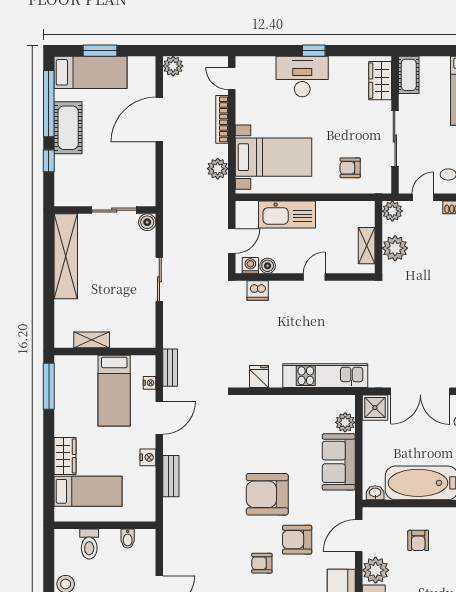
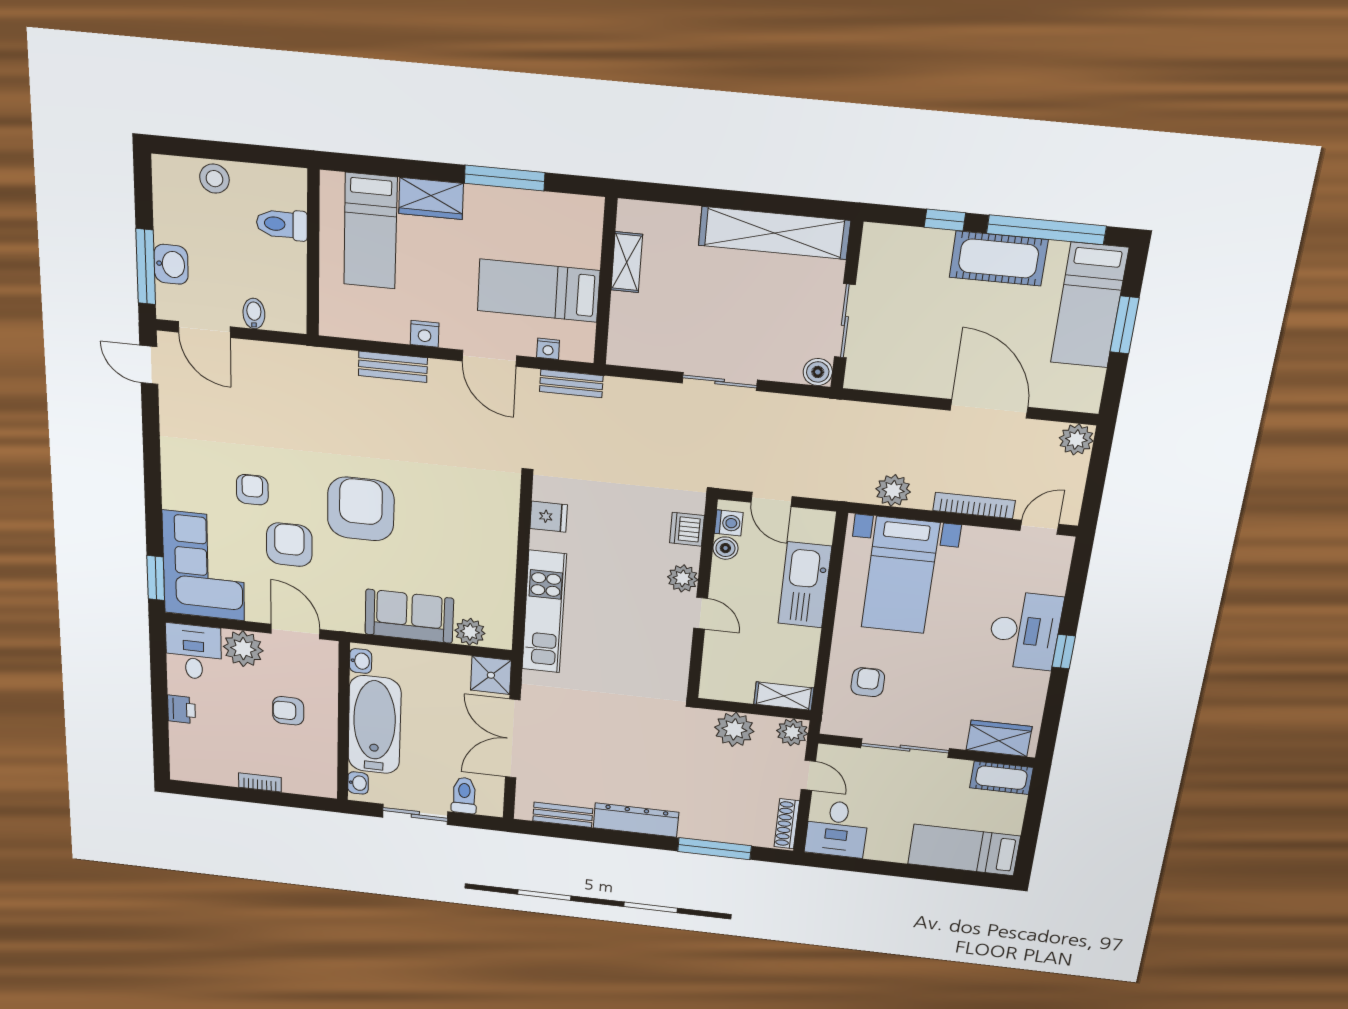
shelving: (367, 246) -> (784, 696), moved
plant: (291, 290) -> (683, 578), added
window: (49, 386) -> (505, 178), moved
bidet: (128, 539) -> (254, 314), moved, turned 90

